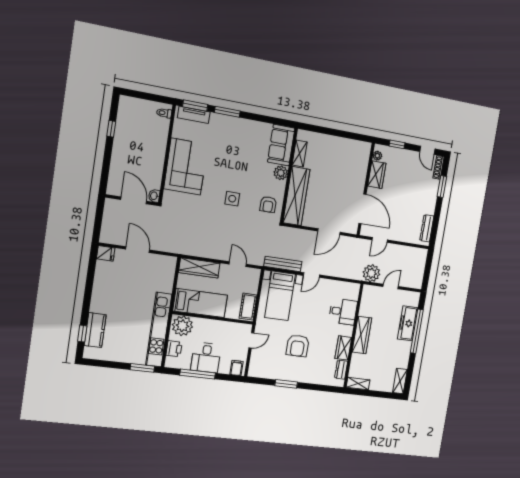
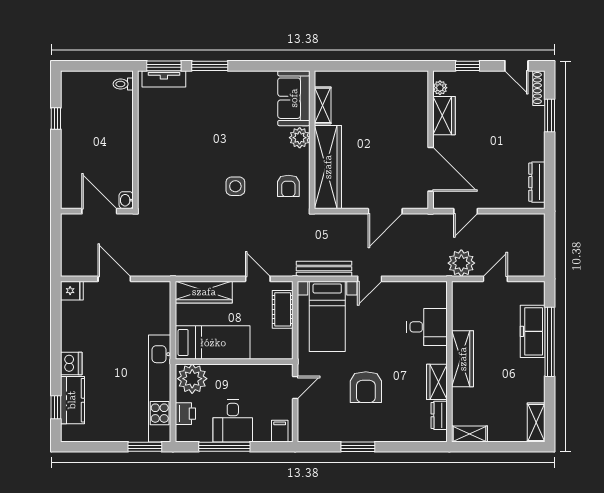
corner sofa: (186, 167) -> (164, 152), removed
dishwasher: (98, 304) -> (71, 363), added
cot: (248, 307) -> (283, 309), moved

